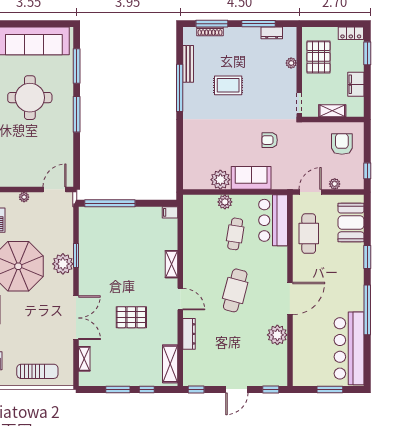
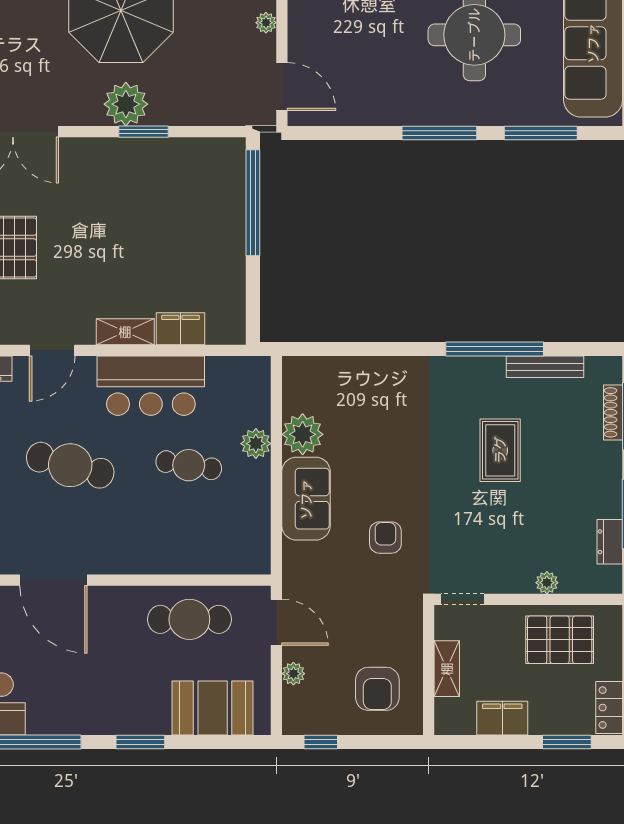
armchair: (342, 144) -> (377, 689), turned 90
filing cabinet: (170, 212) -> (181, 329), moved, width x2.00
bar counter: (273, 220) -> (151, 386), moved, turned 180

